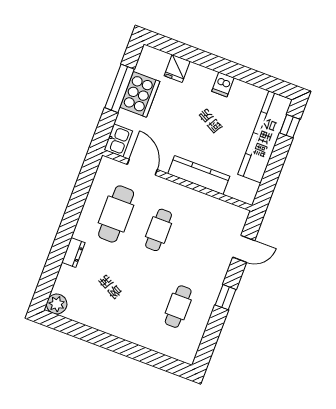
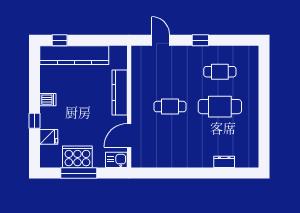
window: (203, 59) -> (35, 121), added
cafe table: (116, 214) -> (220, 107), moved
dresser: (73, 252) -> (224, 162), moved
plant: (57, 304) -> (251, 160), removed

